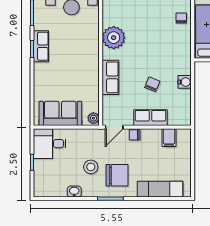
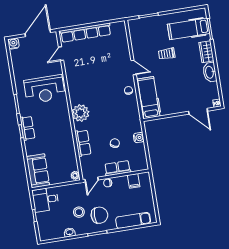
sofa: (60, 113) -> (38, 171), moved, turned 90

